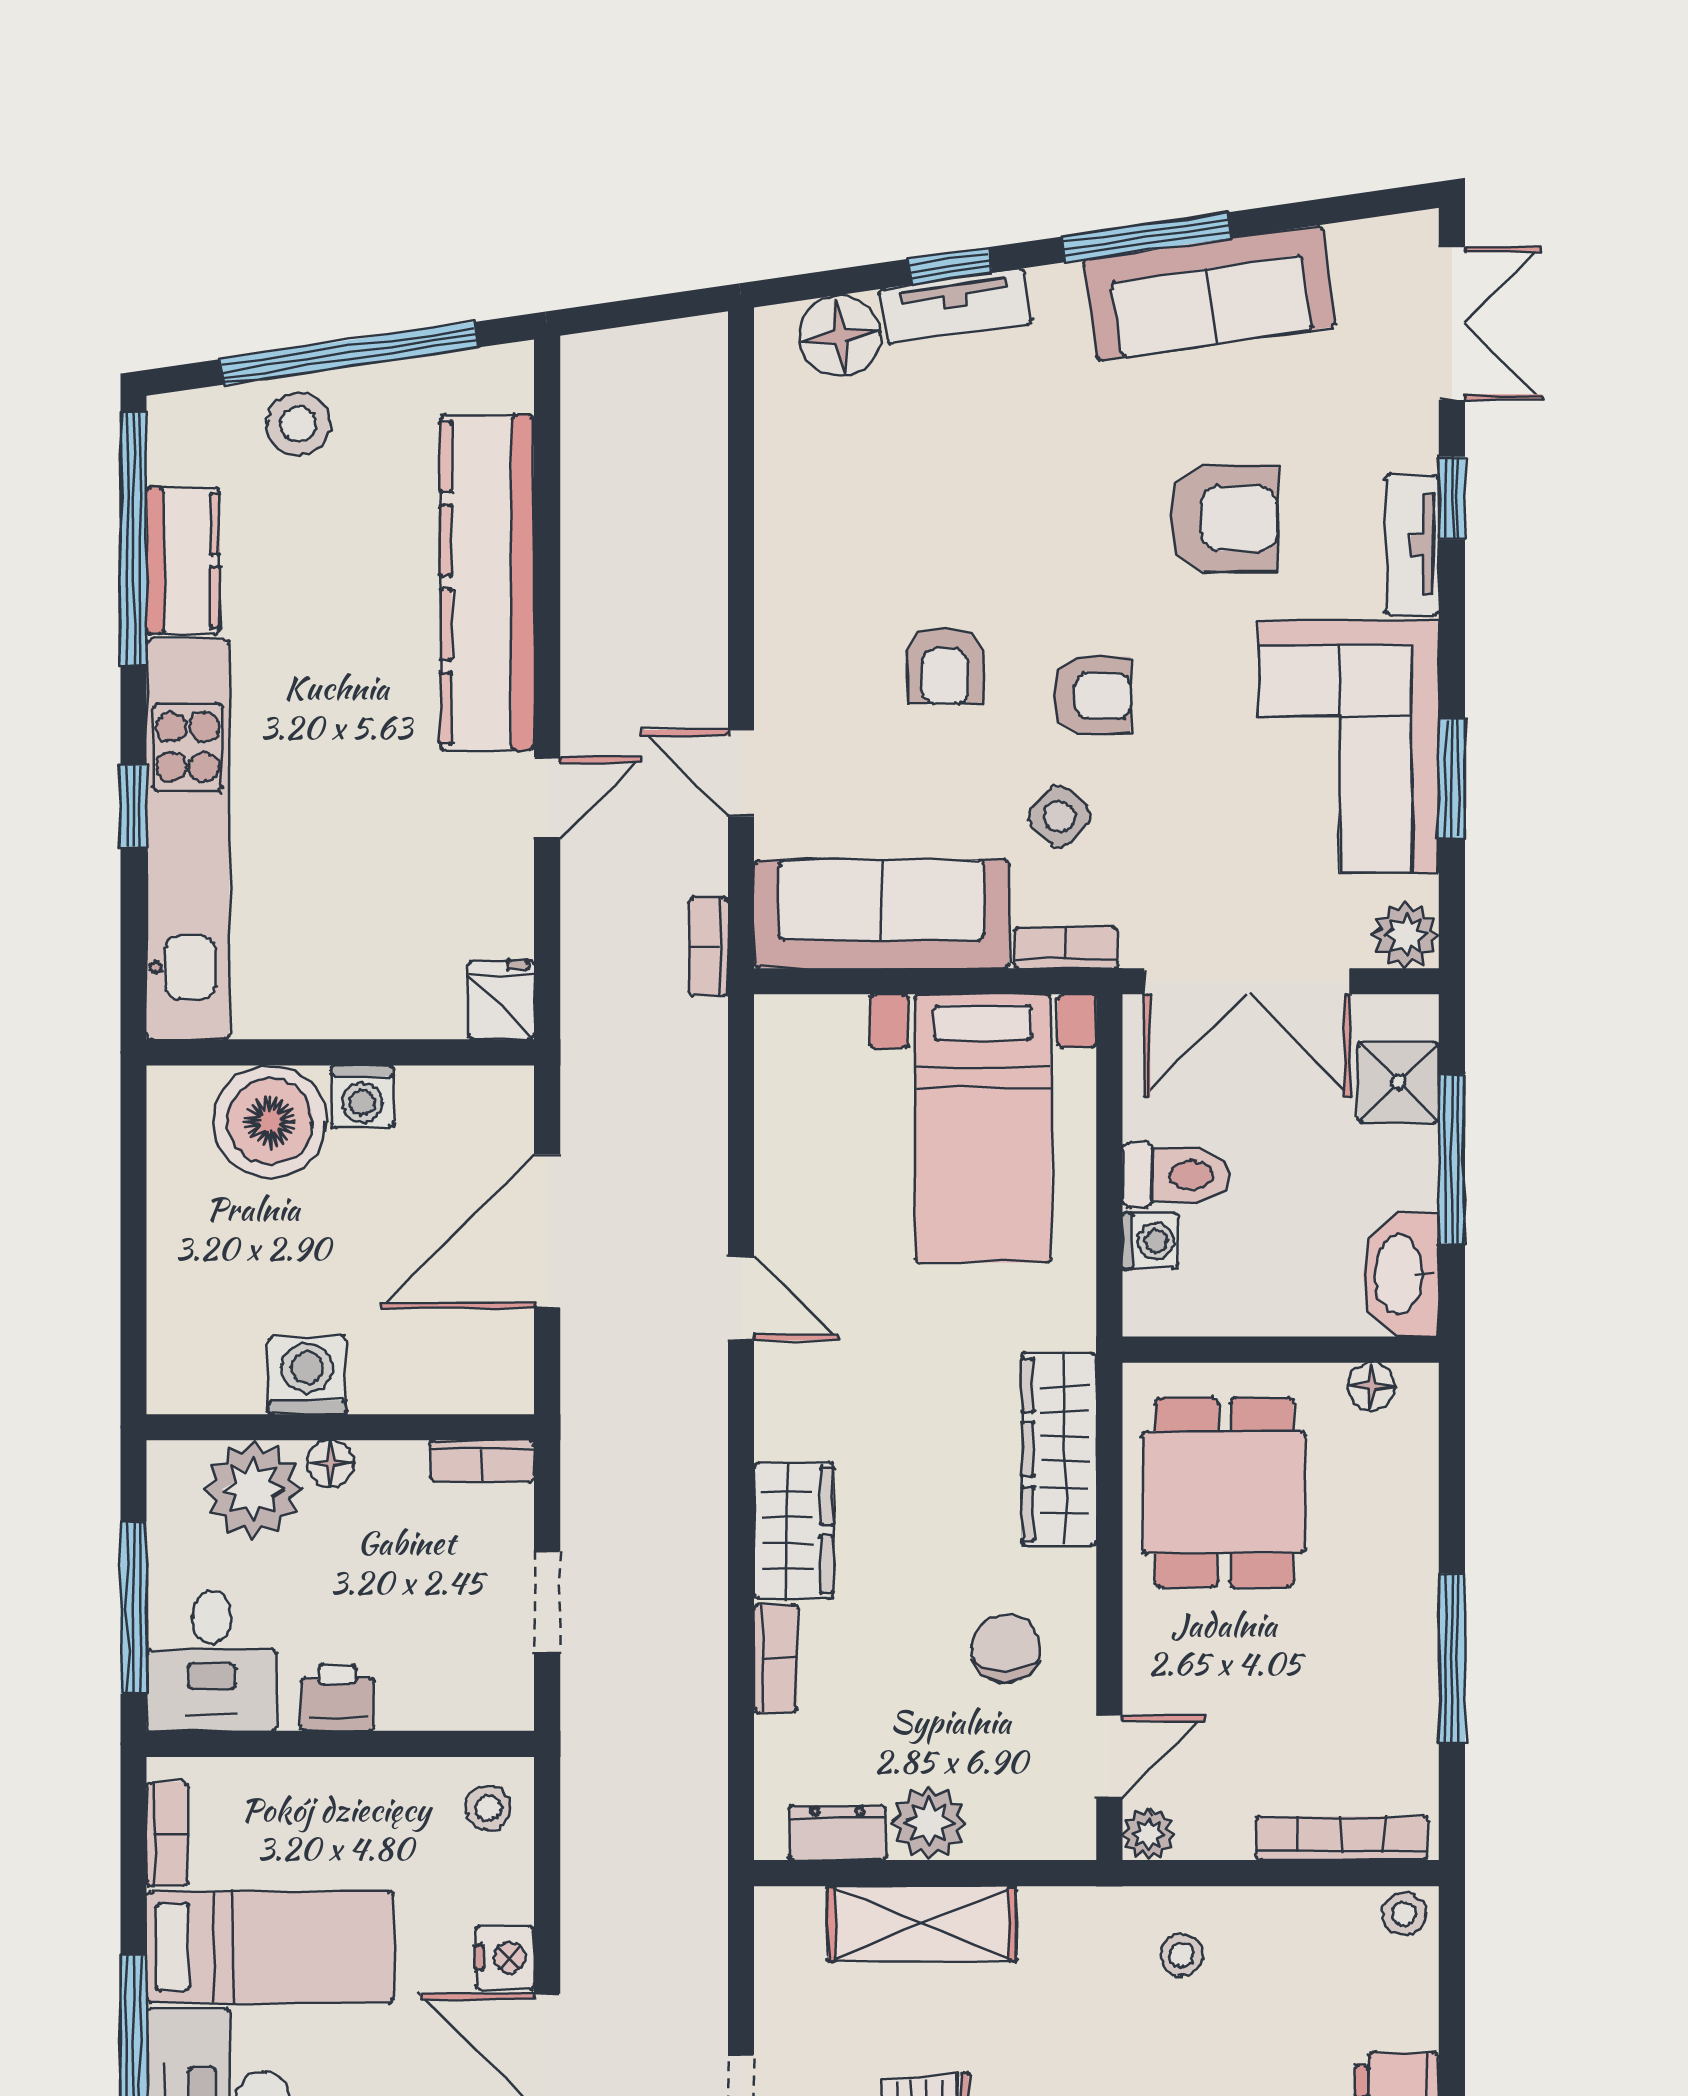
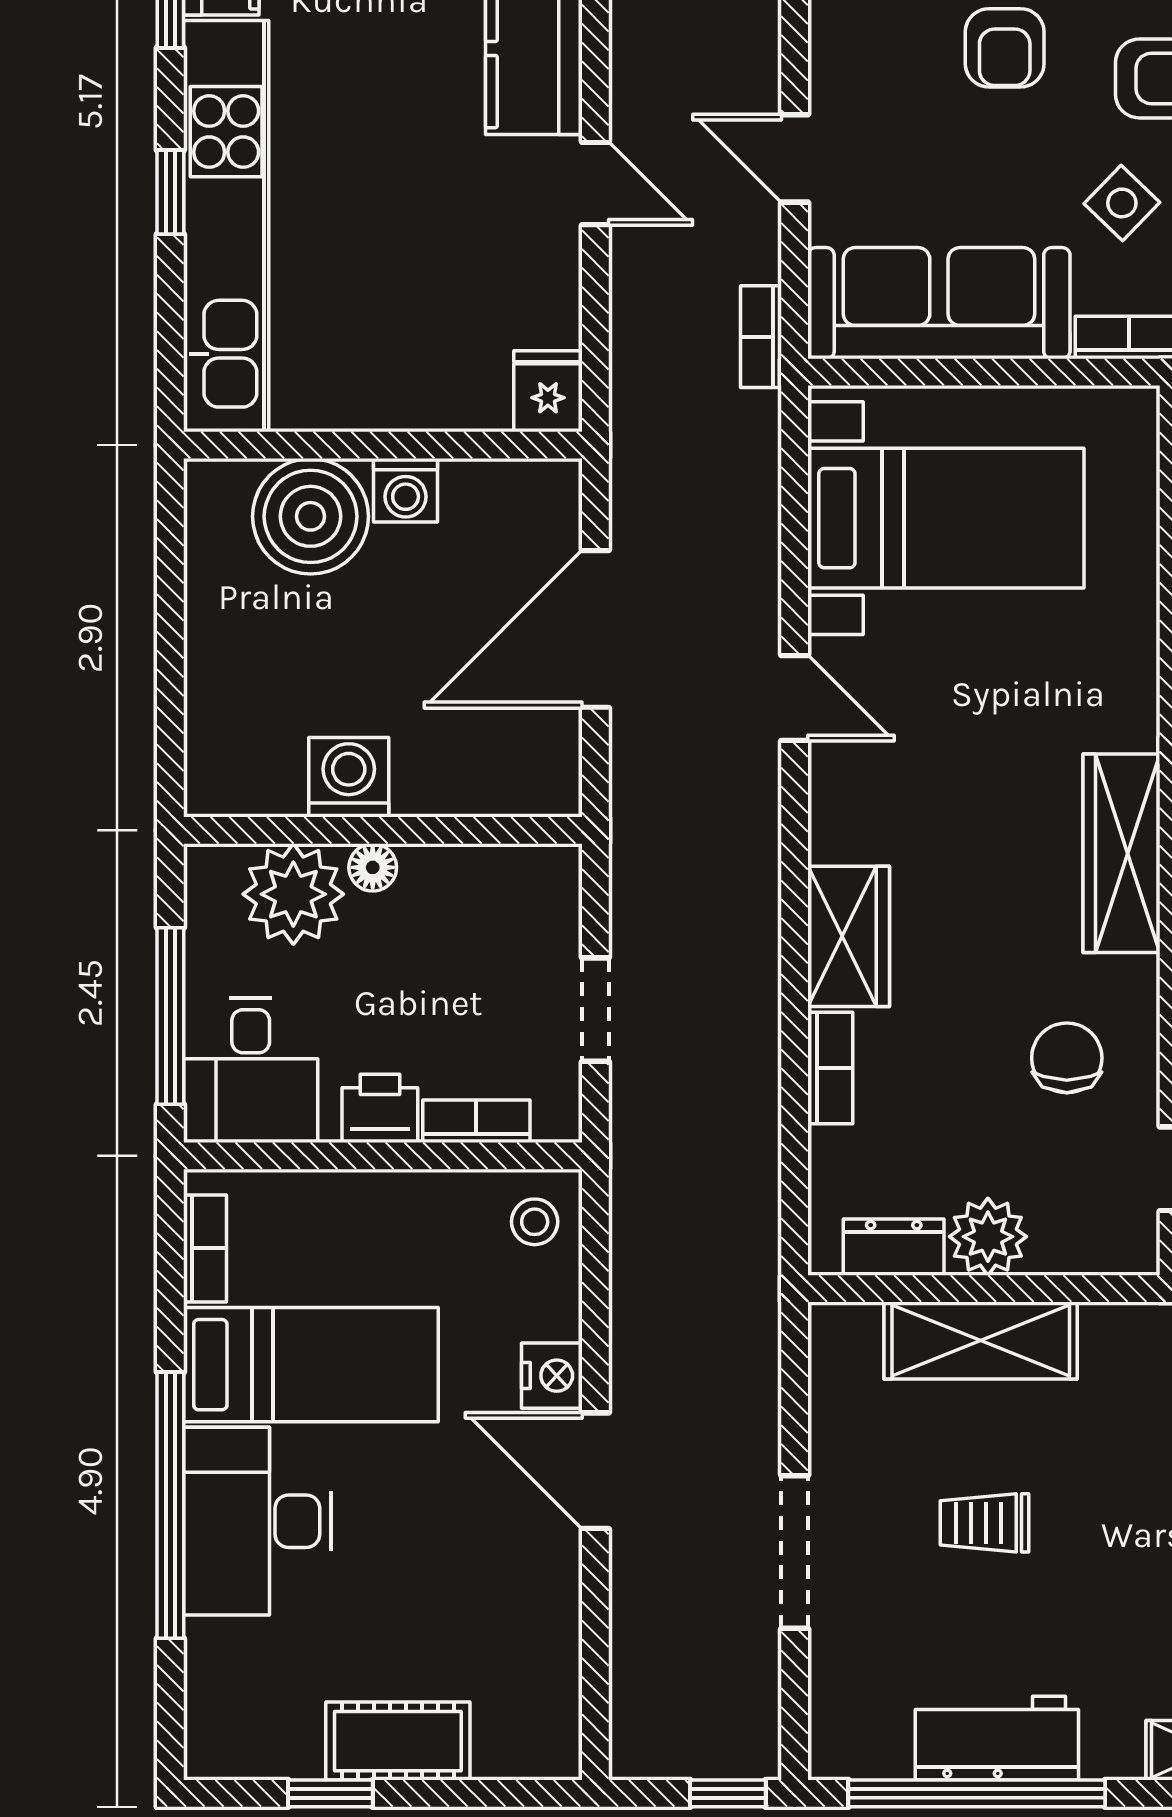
door: (547, 798) -> (595, 184), hinge flipped
bed with nightstands: (983, 1128) -> (946, 518), moved, turned -90
bookcase: (482, 1461) -> (476, 1121), moved, turned 180

